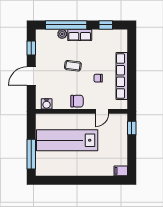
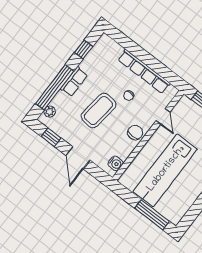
plant: (62, 34) -> (50, 112), moved
coffee table: (73, 66) -> (98, 111), width x1.86, depth x1.72

